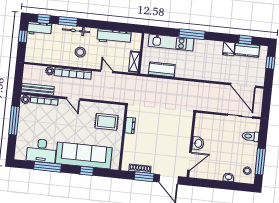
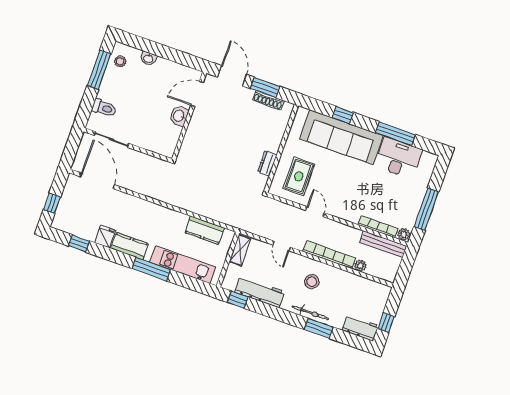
window: (44, 19) -> (238, 300), moved
kitchen counter: (247, 50) -> (129, 246), moved
door: (73, 99) -> (315, 212), moved
rug: (106, 122) -> (299, 176), turned 90

